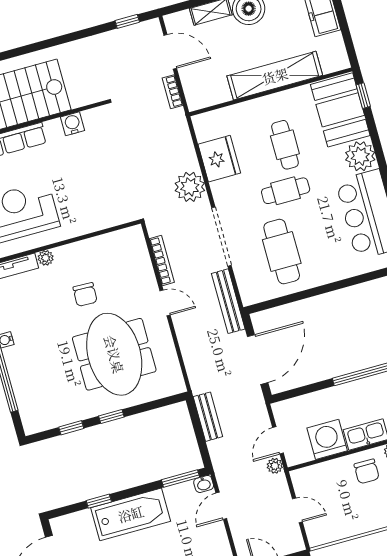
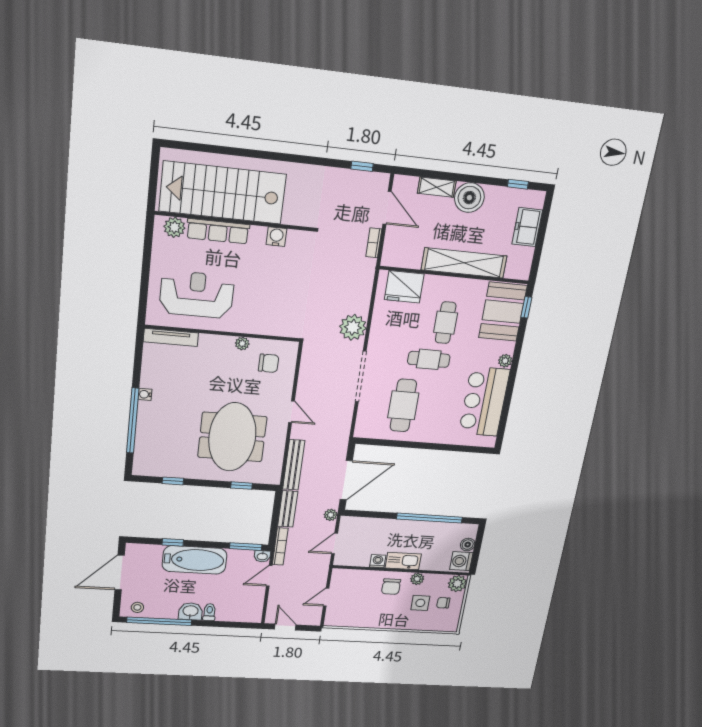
plant: (360, 156) -> (505, 361), width x0.53, depth x0.53
fridge: (219, 159) -> (404, 287), moved, turned 90
plant: (46, 258) -> (242, 344), moved
bookcase: (162, 261) -> (280, 546), moved
chair: (85, 295) -> (269, 363), moved, turned -92
bench: (228, 301) -> (294, 465), moved
window: (111, 417) -> (242, 486), moved
washing machine: (327, 439) -> (378, 561), width x0.53, depth x0.53
plant: (275, 466) -> (331, 515), moved
door: (297, 510) -> (326, 597), swing flipped

